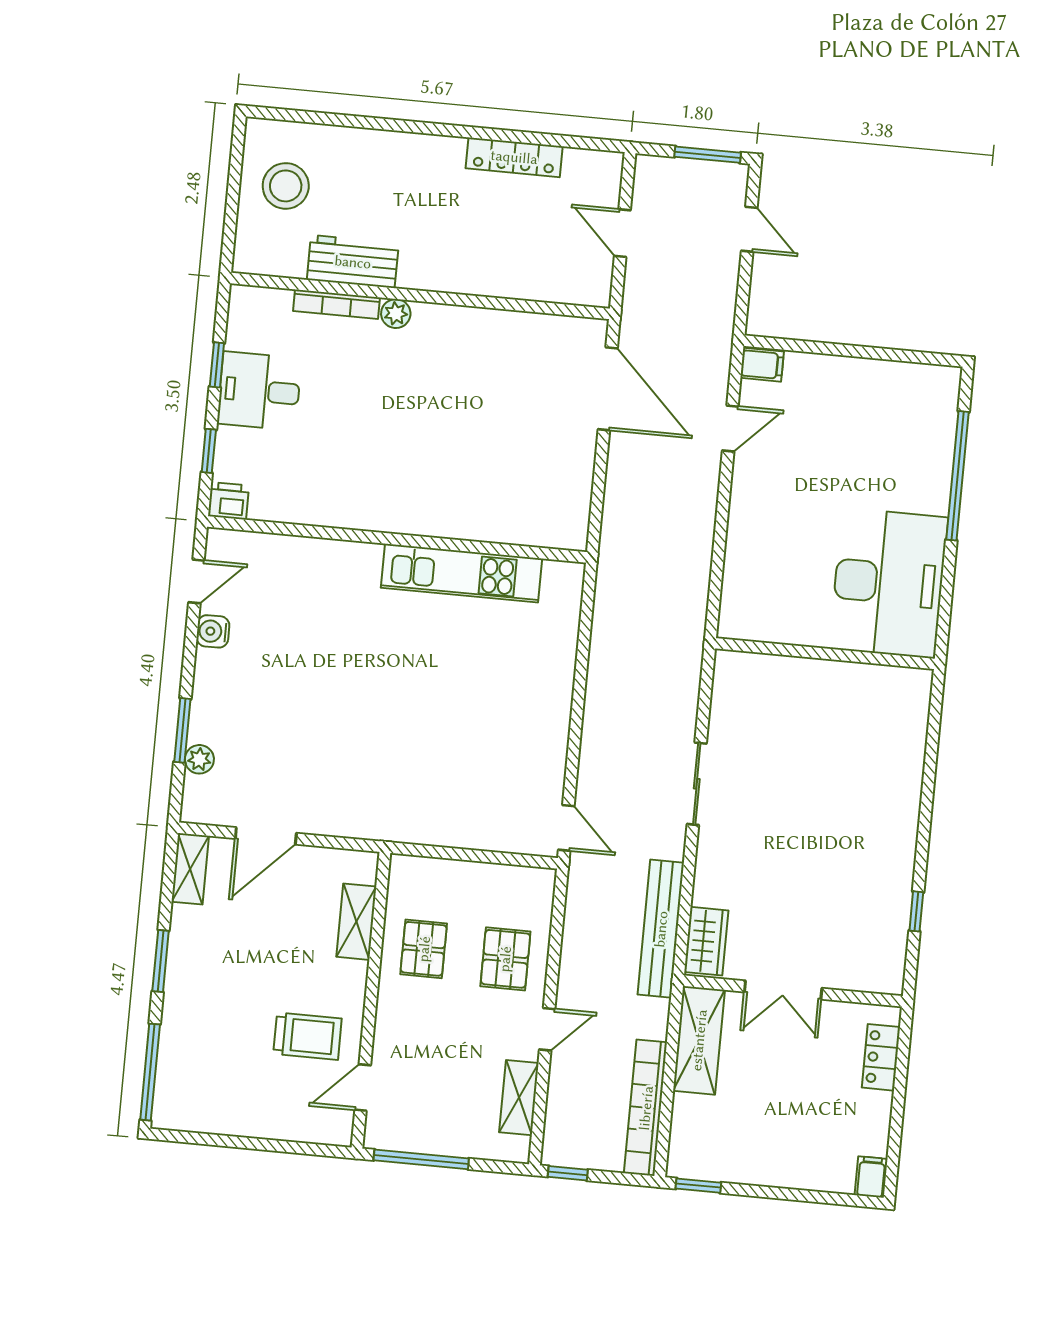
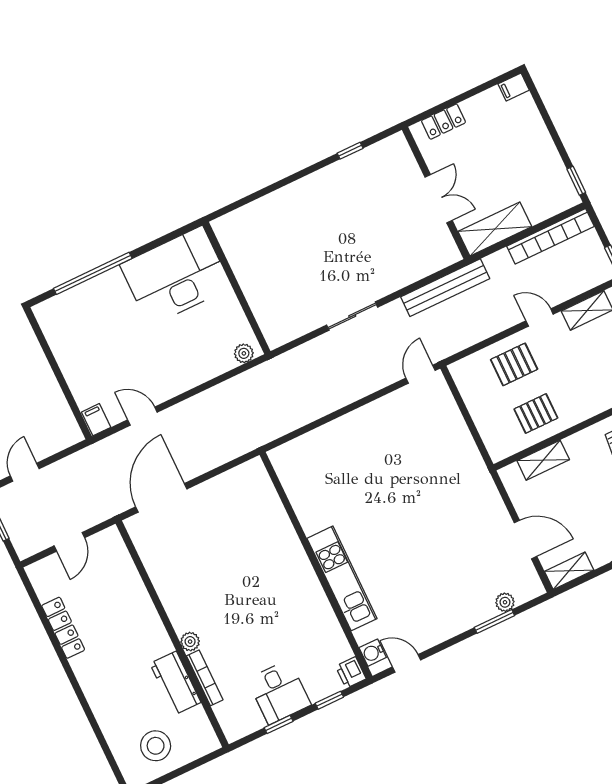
kitchen unit: (462, 573) -> (342, 578), moved
plant: (733, 612) -> (244, 353), added
water cooler: (213, 631) -> (373, 653), moved, turned 90
wardrobe: (706, 941) -> (437, 258), removed

